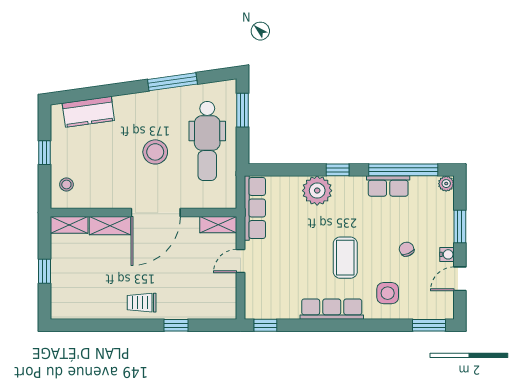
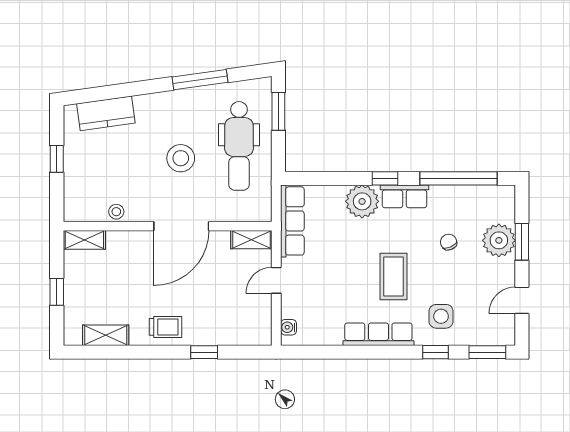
stool: (66, 184) -> (116, 212), moved
plant: (446, 184) -> (499, 240), moved, width x1.88, depth x1.88
row of seats: (388, 186) -> (404, 196), moved
shelving: (110, 226) -> (106, 335), moved
chair: (407, 249) -> (449, 242), moved
water cooler: (447, 254) -> (289, 327), moved, turned 180
trolley: (142, 303) -> (166, 327), turned 180
window: (265, 325) -> (435, 352), moved

